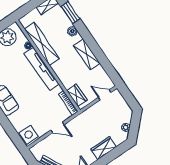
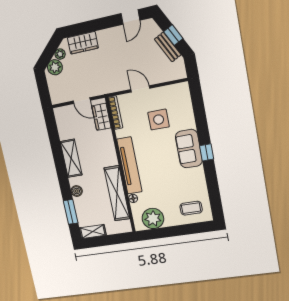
door: (105, 95) -> (82, 101), moved
plant: (126, 116) -> (55, 67), added
side table: (29, 135) -> (159, 120), moved
wardrobe: (104, 148) -> (83, 43), moved

